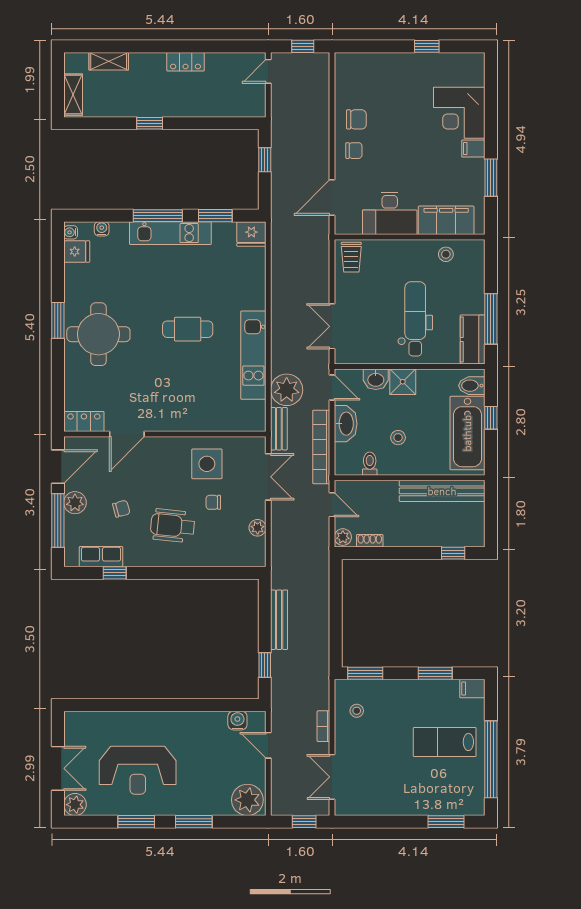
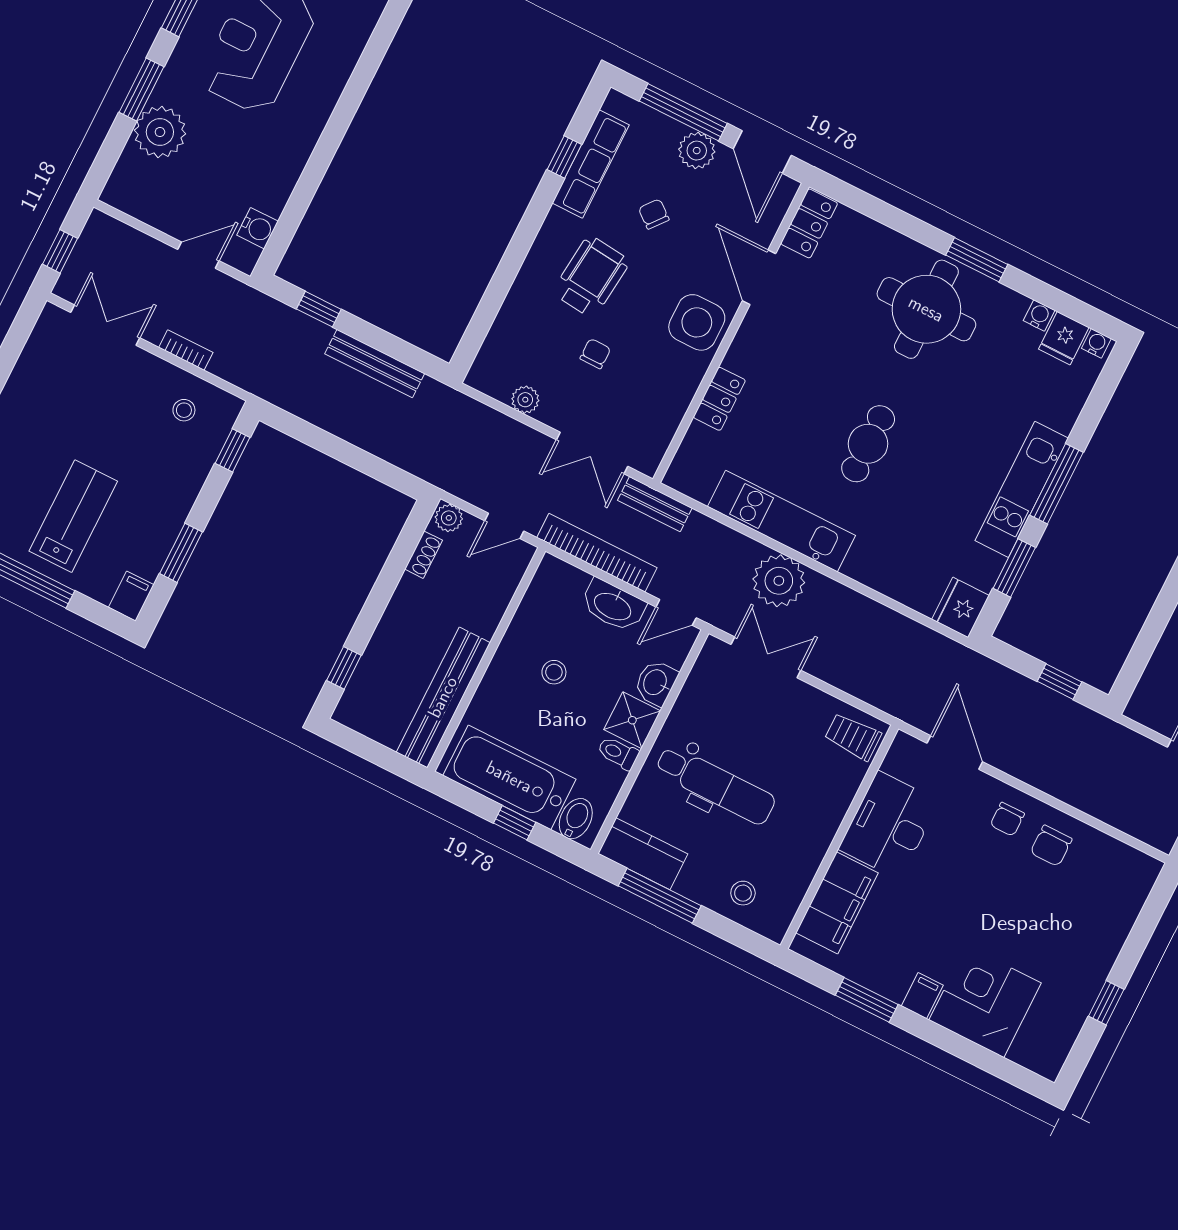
water cooler: (102, 229) -> (1039, 315), moved, turned -90
stool: (446, 254) -> (743, 893), moved
plant: (287, 390) -> (779, 581), moved
locker: (204, 422) -> (719, 399), added
side table: (207, 464) -> (697, 322), moved
toilet: (370, 464) -> (618, 753), moved, turned 180
chair: (121, 509) -> (654, 214), turned 144
row of seats: (101, 557) -> (591, 164), width x1.48
window: (365, 673) -> (233, 450), width x0.67
plant: (247, 800) -> (160, 132), moved

